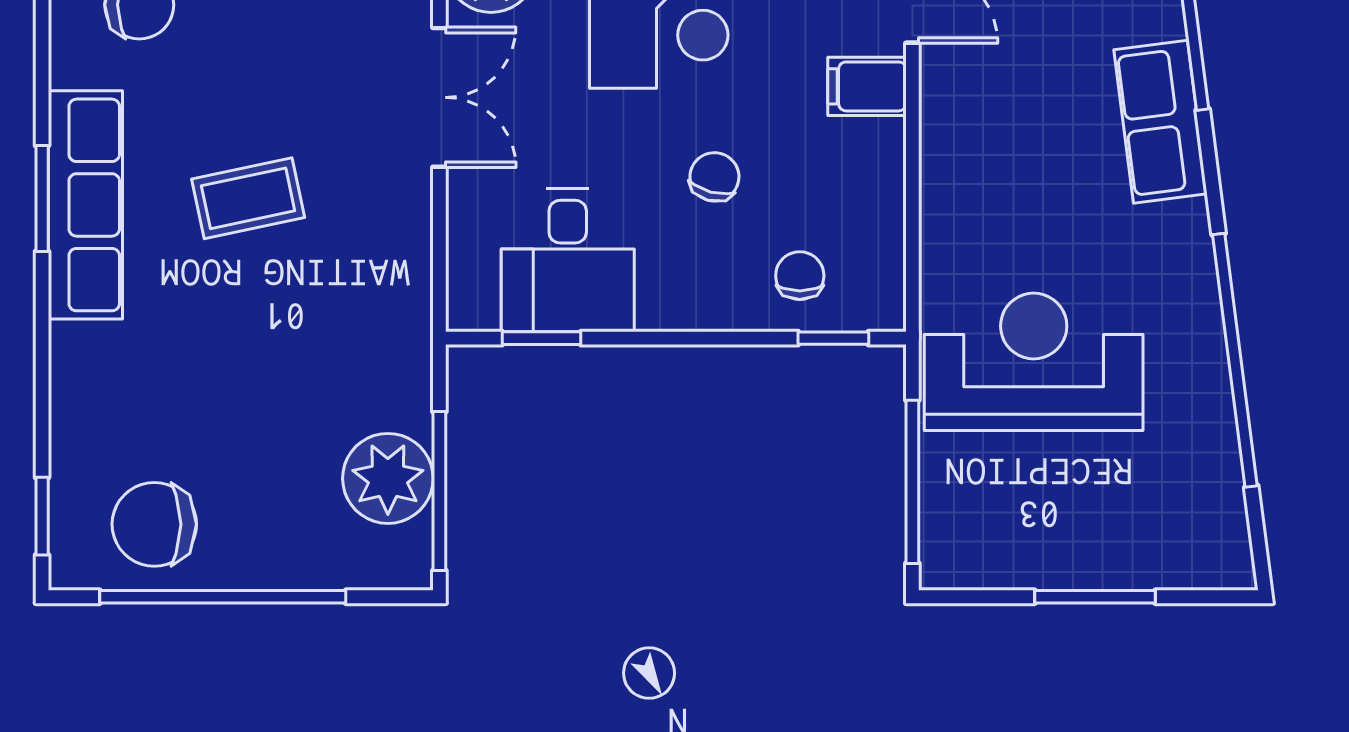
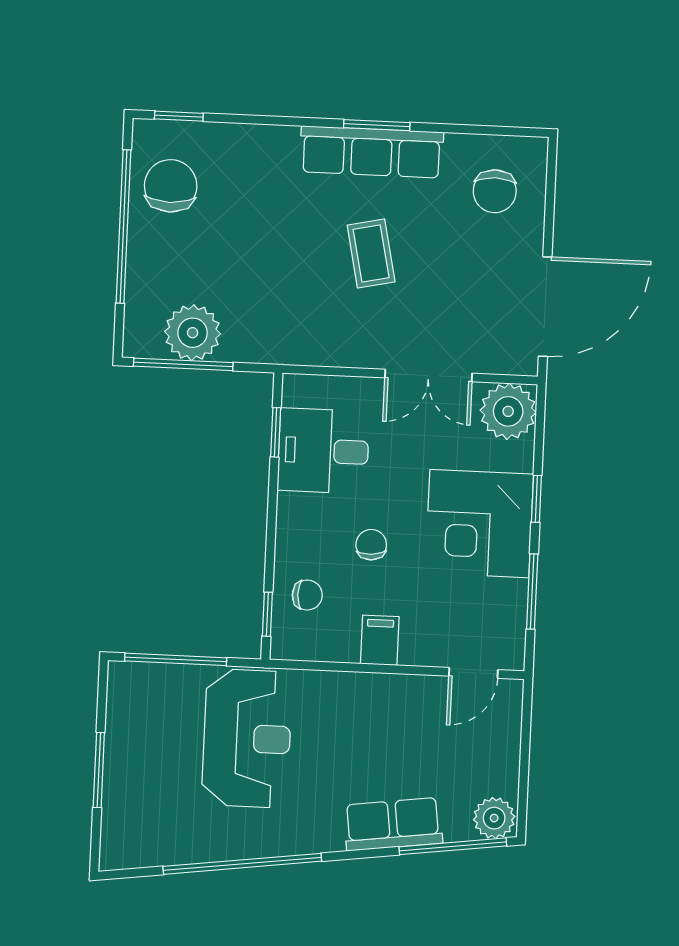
filing cabinet: (867, 86) -> (380, 640), moved
chair: (714, 177) -> (371, 545), turned -109

